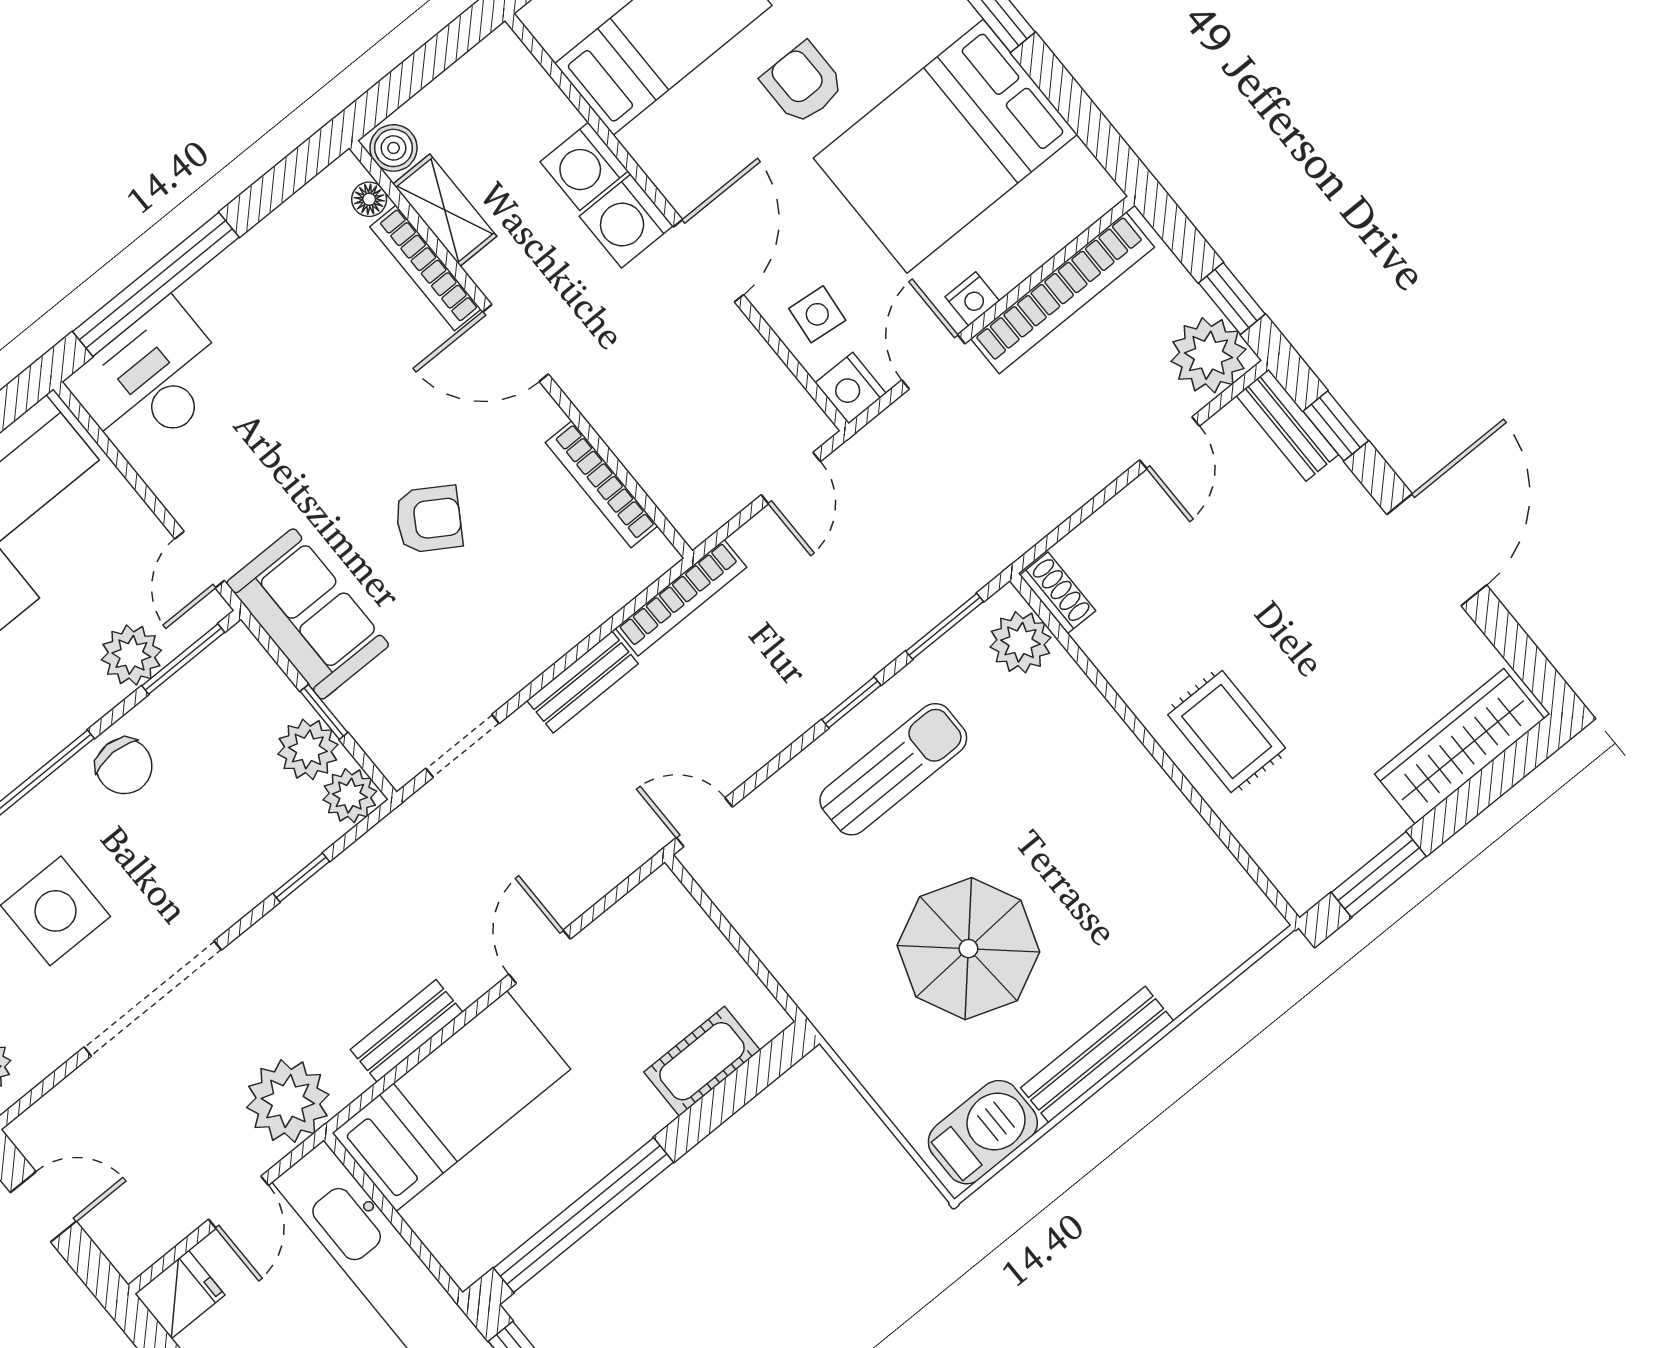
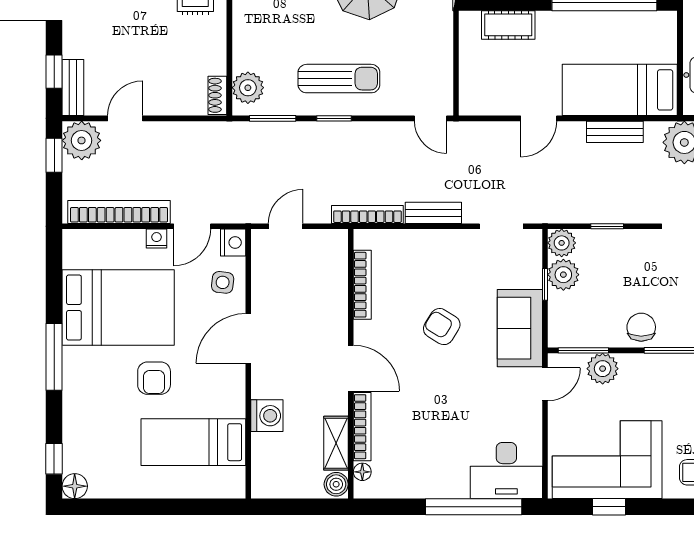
washing machine: (626, 221) -> (268, 381), removed
sun lounger: (893, 769) -> (339, 79), turned 180

